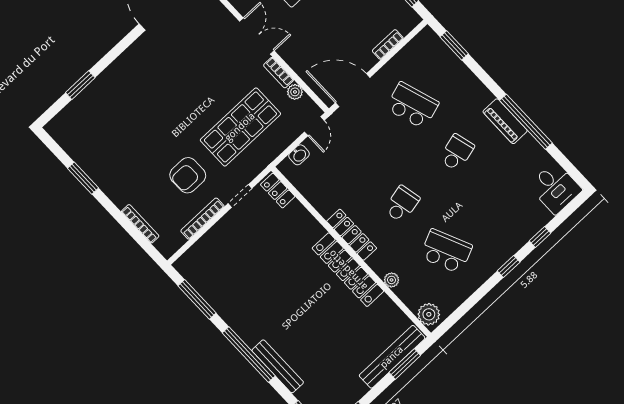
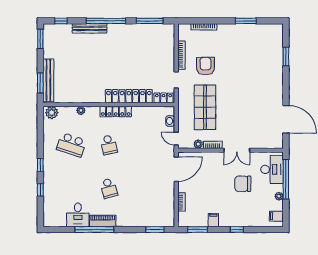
school desk: (412, 105) -> (146, 188), removed
desk: (555, 188) -> (78, 215), moved, turned -90
school desk: (446, 251) -> (71, 145), turned 42
locker: (348, 270) -> (129, 96), moved

